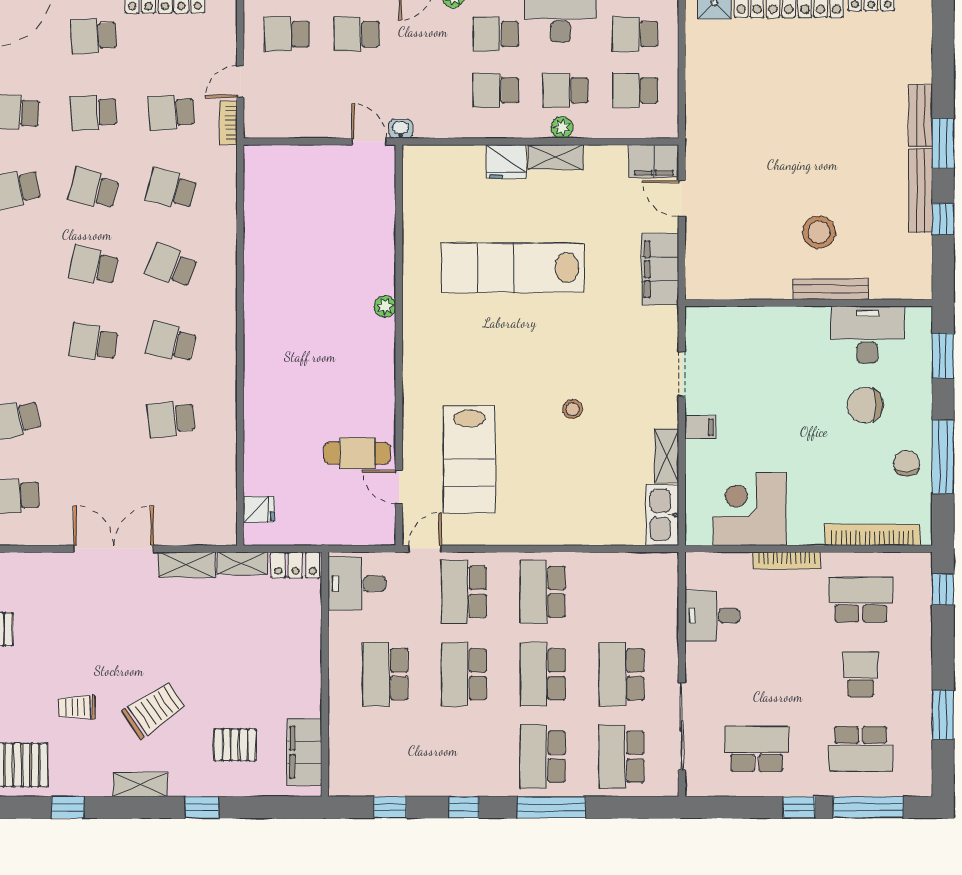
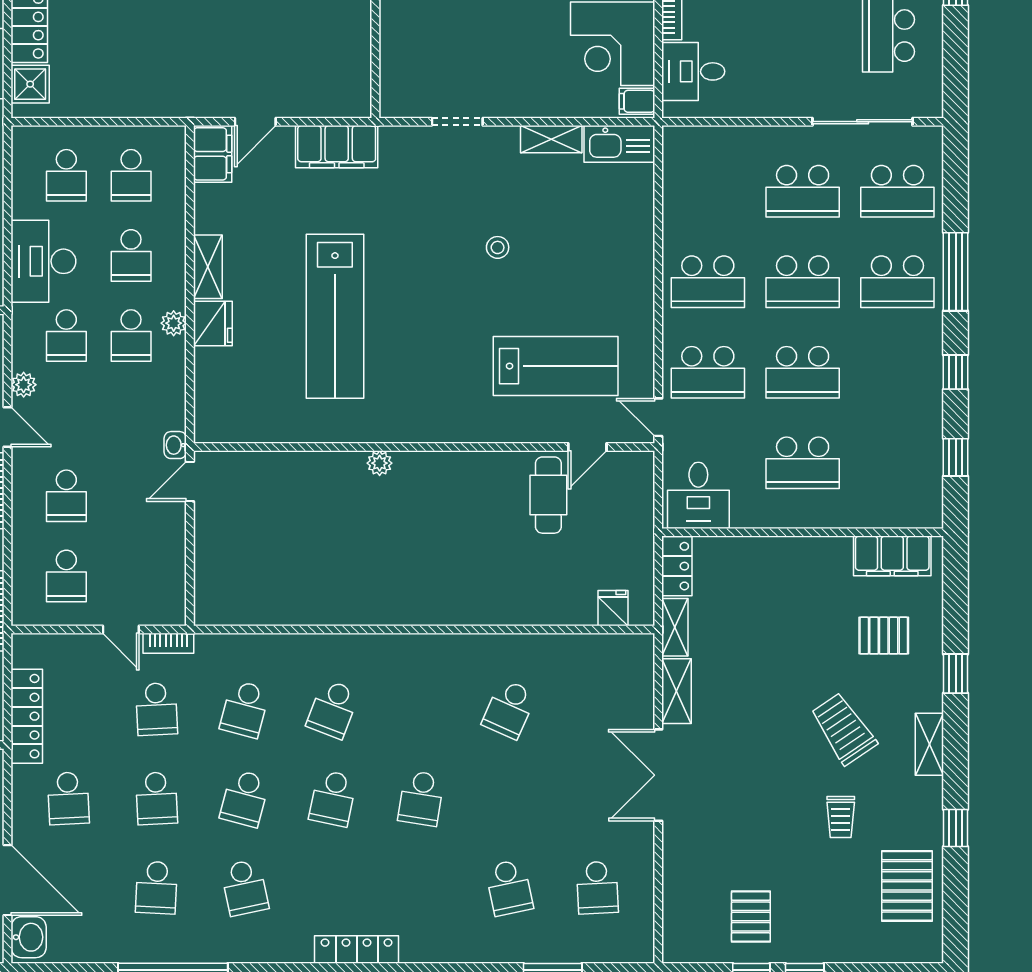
plant: (562, 127) -> (174, 323), moved
school desk: (171, 342) -> (421, 709), removed
school desk: (171, 419) -> (509, 709), turned 30
filing cabinet: (700, 427) -> (637, 101), moved, turned -90
desk: (712, 616) -> (693, 71), moved, turned 90
pallet: (235, 745) -> (884, 636), turned 90

